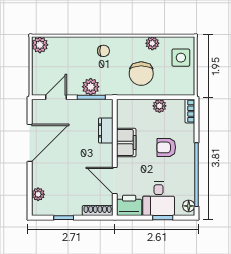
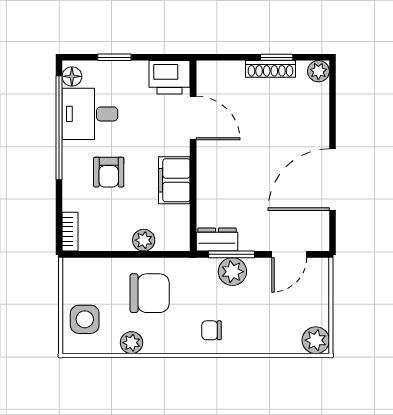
chair: (141, 74) -> (150, 293), turned 90
plant: (159, 106) -> (144, 240), moved
dresser: (106, 130) -> (217, 240), moved, turned -90
armchair: (166, 147) -> (109, 172), turned 90
plant: (38, 194) -> (318, 71), moved
desk: (159, 199) -> (90, 114), moved, turned -90
shoe rack: (98, 211) -> (271, 69), moved

